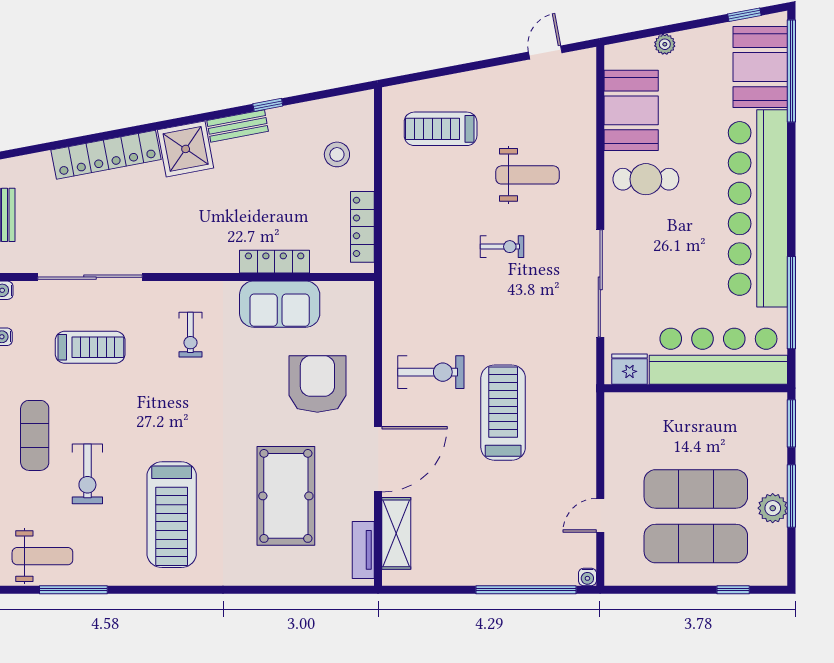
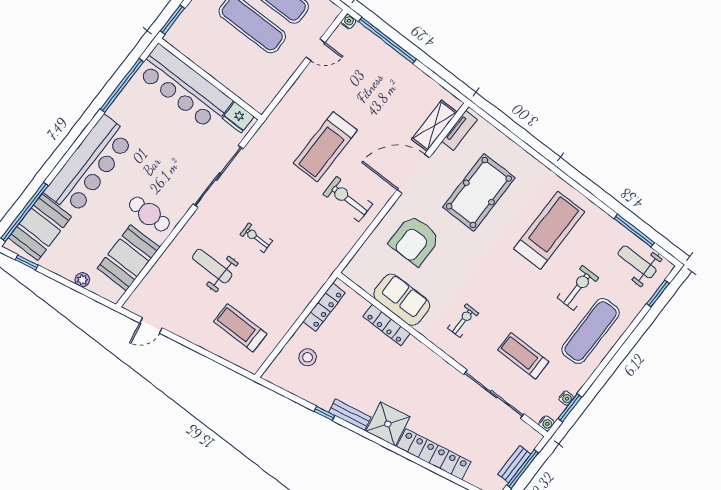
treadmill: (441, 129) -> (240, 328), turned 180
bar counter: (758, 208) -> (89, 165), width x0.73
exercise mat: (35, 435) -> (591, 331), width x1.36, depth x1.45

